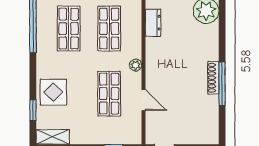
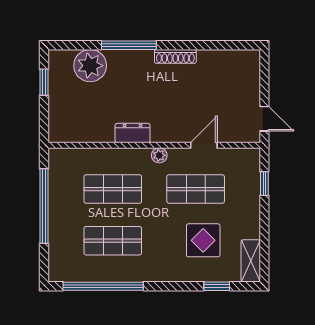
dresser: (153, 23) -> (133, 133), moved
window: (222, 84) -> (129, 45), moved
display table: (53, 92) -> (203, 240), moved

